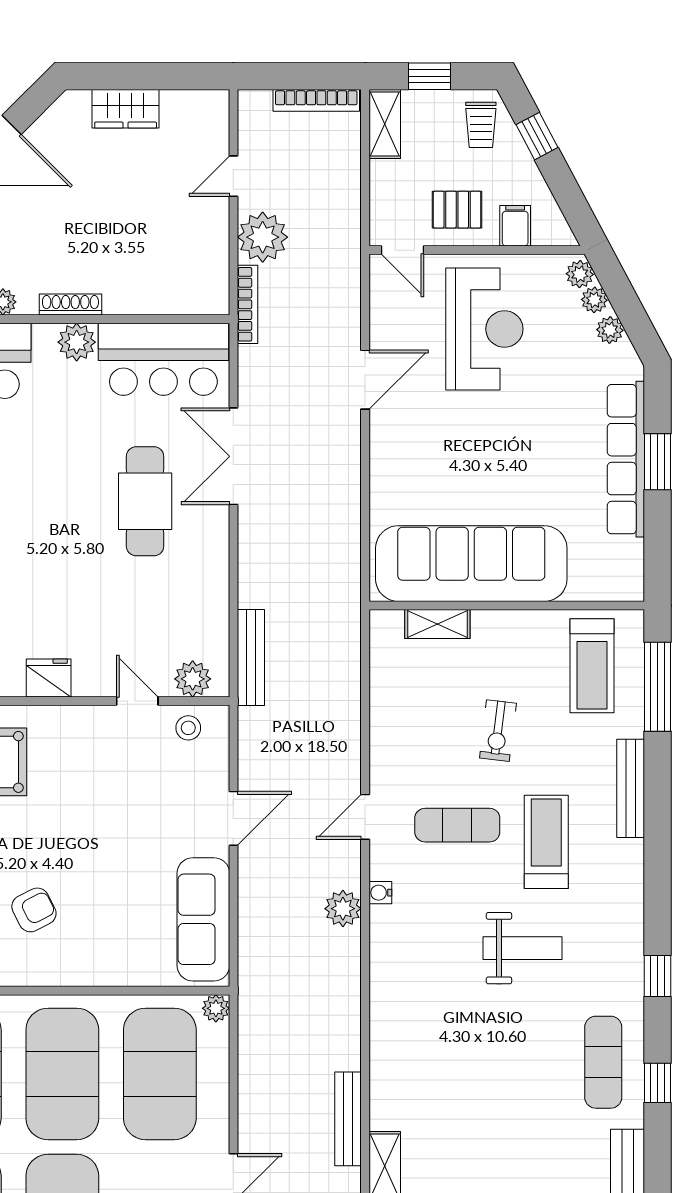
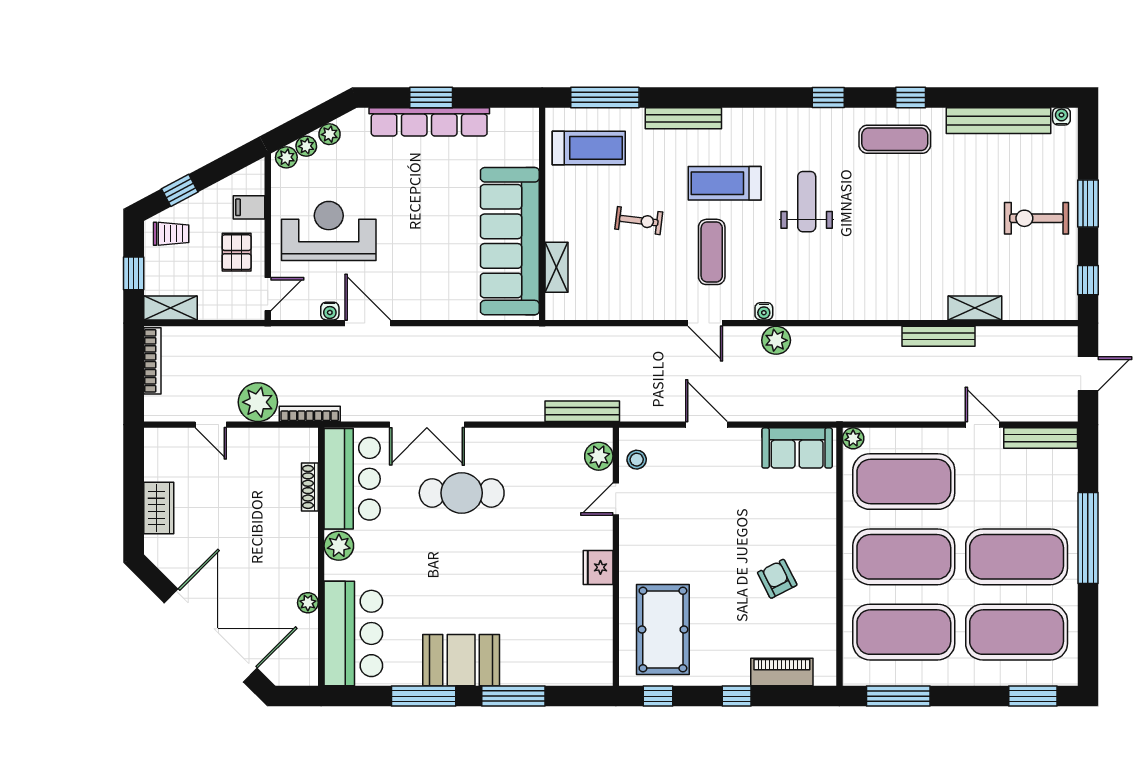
shoe rack: (70, 305) -> (310, 487), moved
water cooler: (381, 330) -> (330, 311), added
sofa: (203, 919) -> (797, 448), width x0.73

